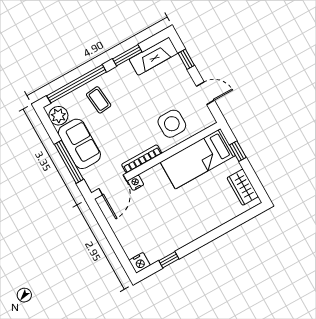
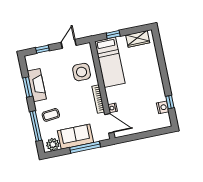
fireplace: (154, 56) -> (37, 85), moved
window: (77, 84) -> (36, 126), width x0.68
nightstand: (140, 263) -> (163, 107), moved

